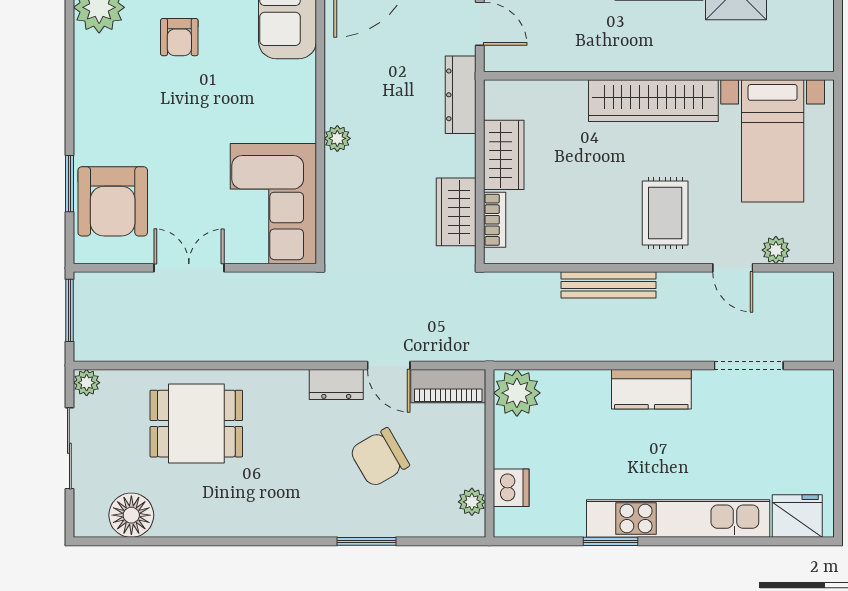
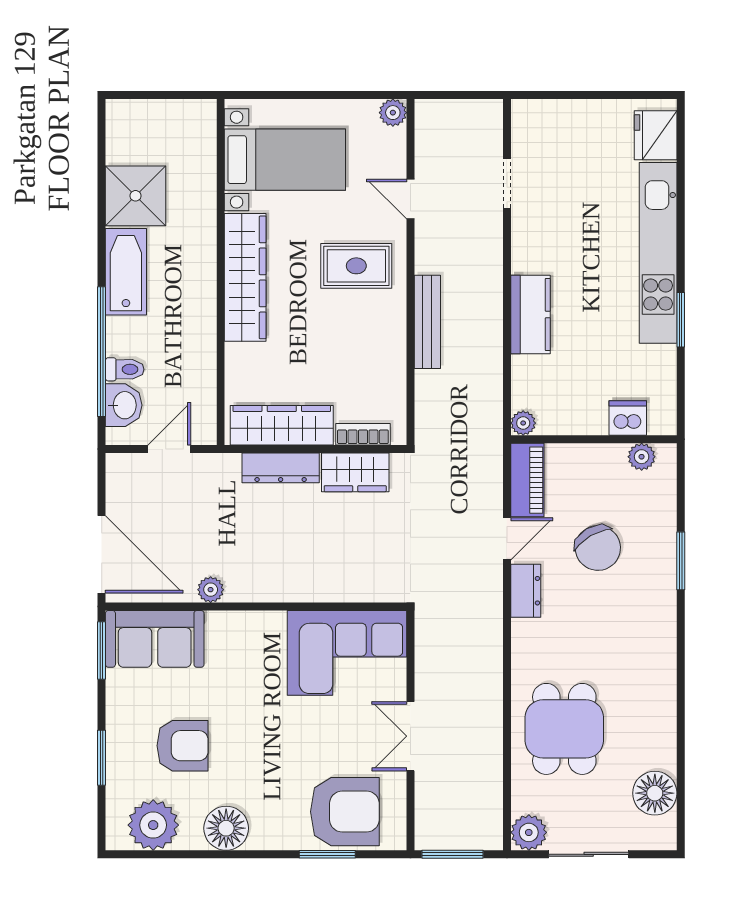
armchair: (179, 37) -> (183, 746), width x1.38, depth x1.38
floor lamp: (96, 81) -> (226, 828), added
dresser: (461, 95) -> (281, 468), moved
plant: (337, 138) -> (211, 590), moved
wardrobe: (504, 155) -> (282, 425), width x1.50
plant: (776, 250) -> (393, 113), moved
door: (733, 268) -> (410, 199), swing flipped
doorway: (749, 366) -> (507, 183), width x0.73
plant: (87, 383) -> (529, 832), width x1.38, depth x1.38
kitchen counter: (651, 389) -> (530, 315), moved
plant: (517, 393) -> (523, 423), width x0.53, depth x0.53

